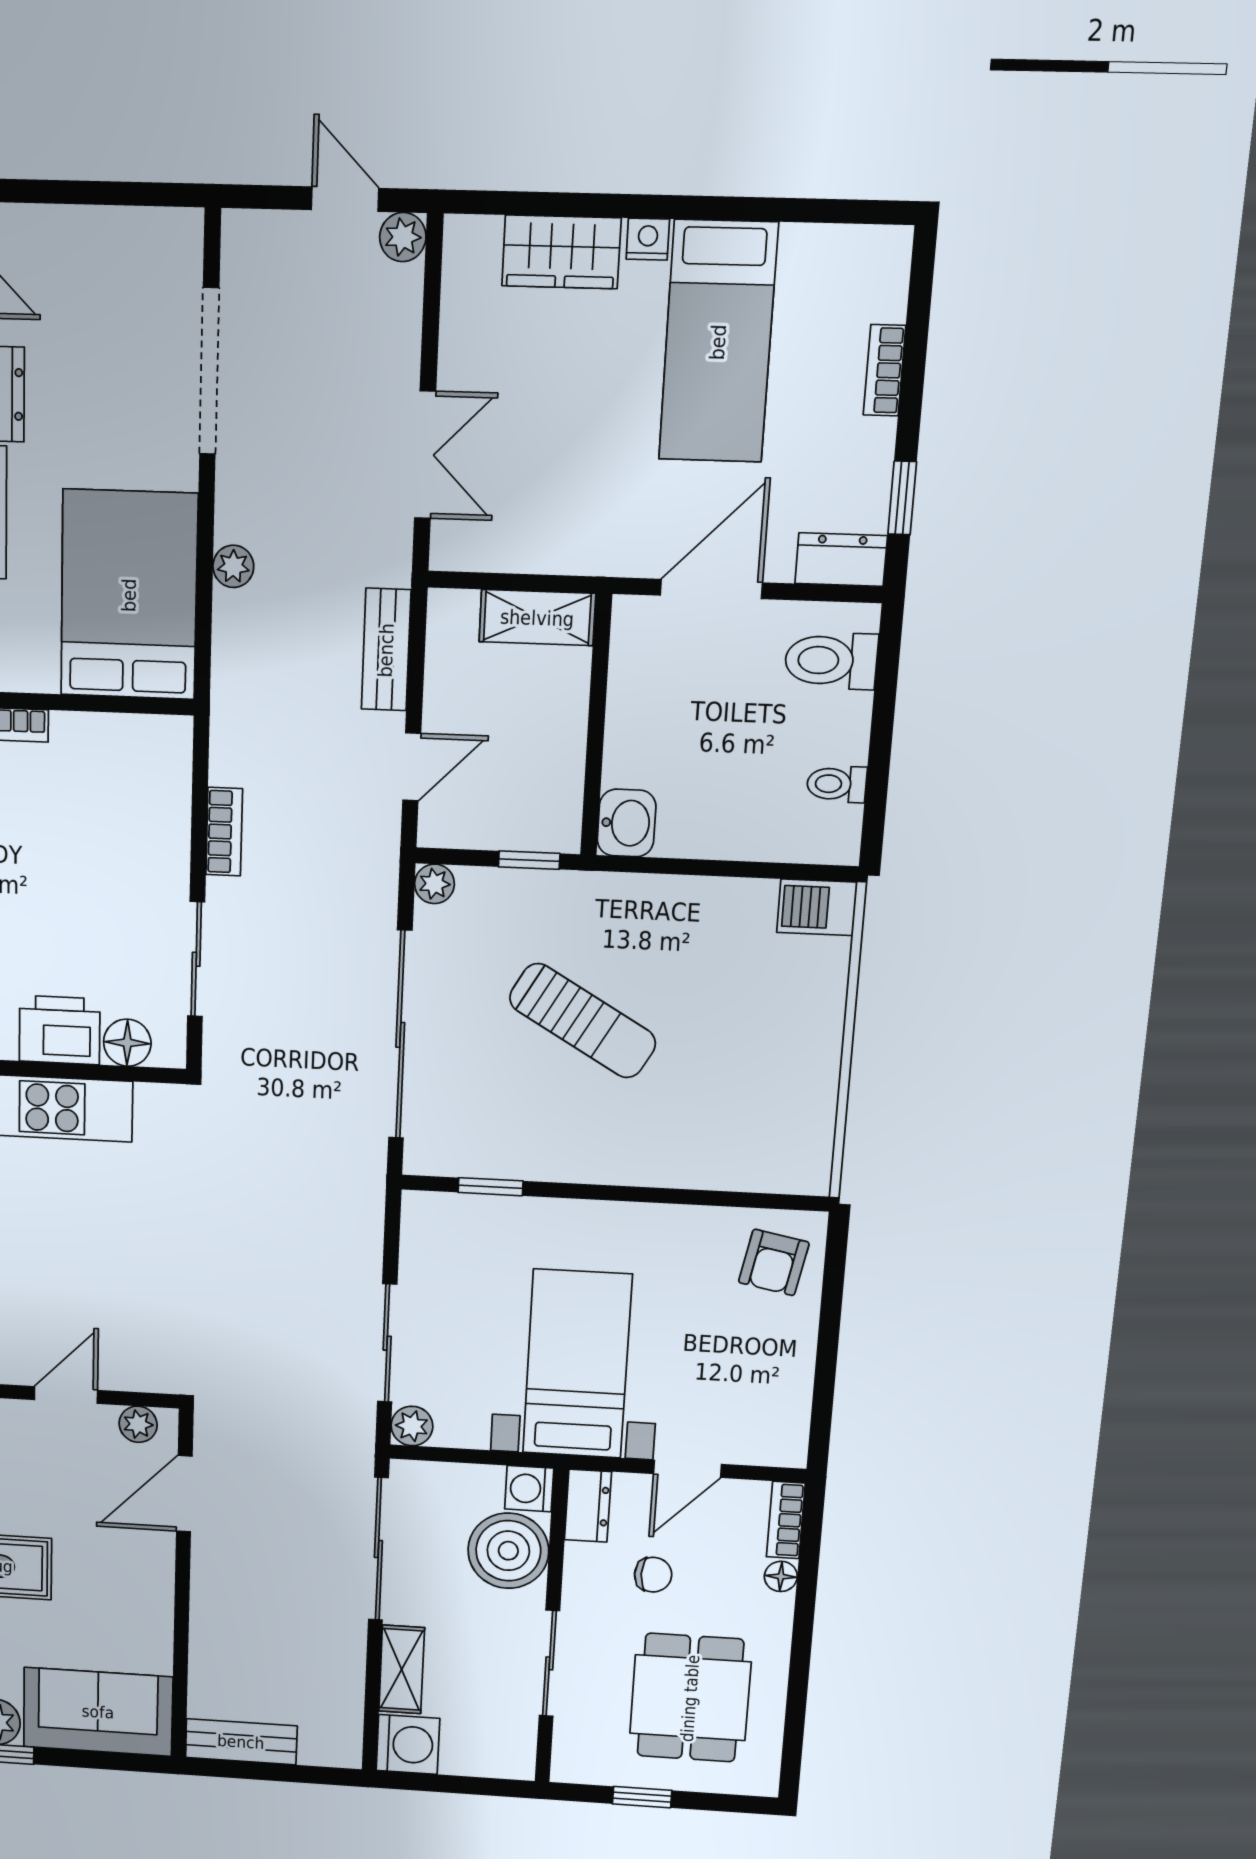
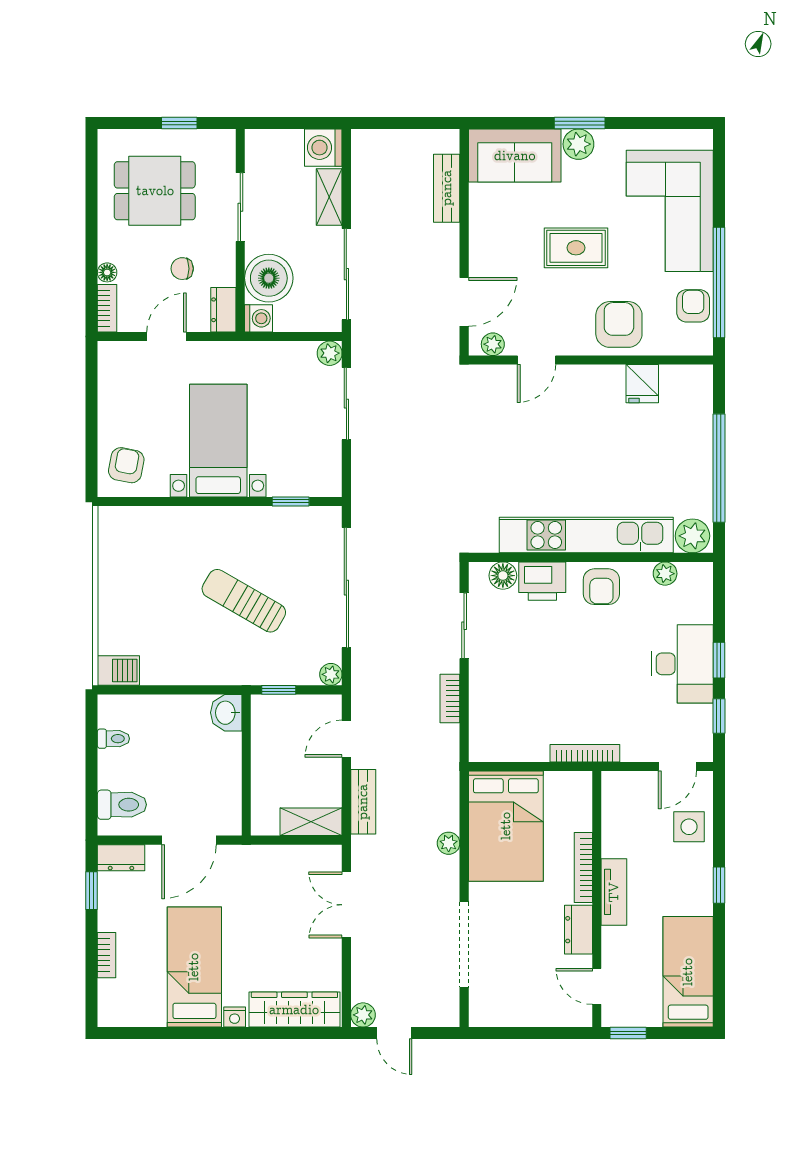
wardrobe: (561, 252) -> (294, 1010), width x1.50
shelving: (537, 618) -> (311, 822), moved
bed with nightstands: (577, 1364) -> (218, 441), moved, turned 180
dining table: (690, 1698) -> (155, 191), turned 90
bench: (241, 1742) -> (447, 188), moved, turned 90

